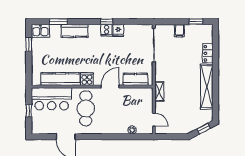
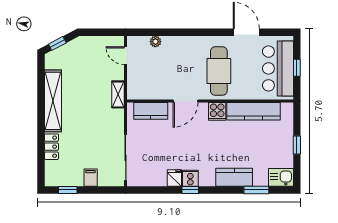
window: (29, 44) -> (297, 145), moved
bar counter: (52, 99) -> (278, 68), moved, turned -90

